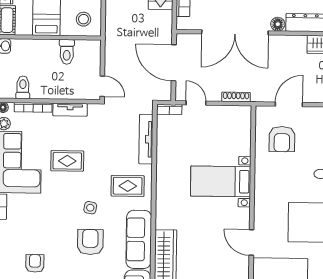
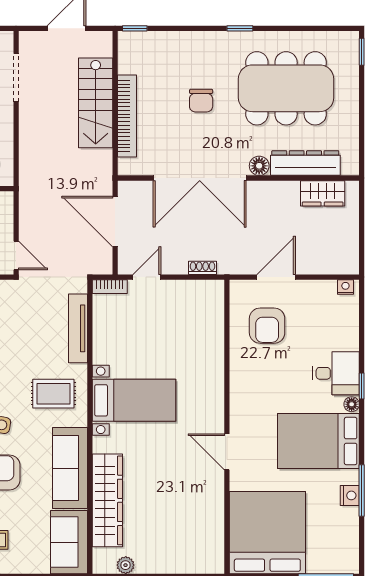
shoe rack: (236, 97) -> (202, 268), width x0.70
door: (196, 103) -> (147, 277), hinge flipped
bed with nightstands: (221, 181) -> (134, 400), moved, turned 180
door: (251, 243) -> (227, 452), moved

